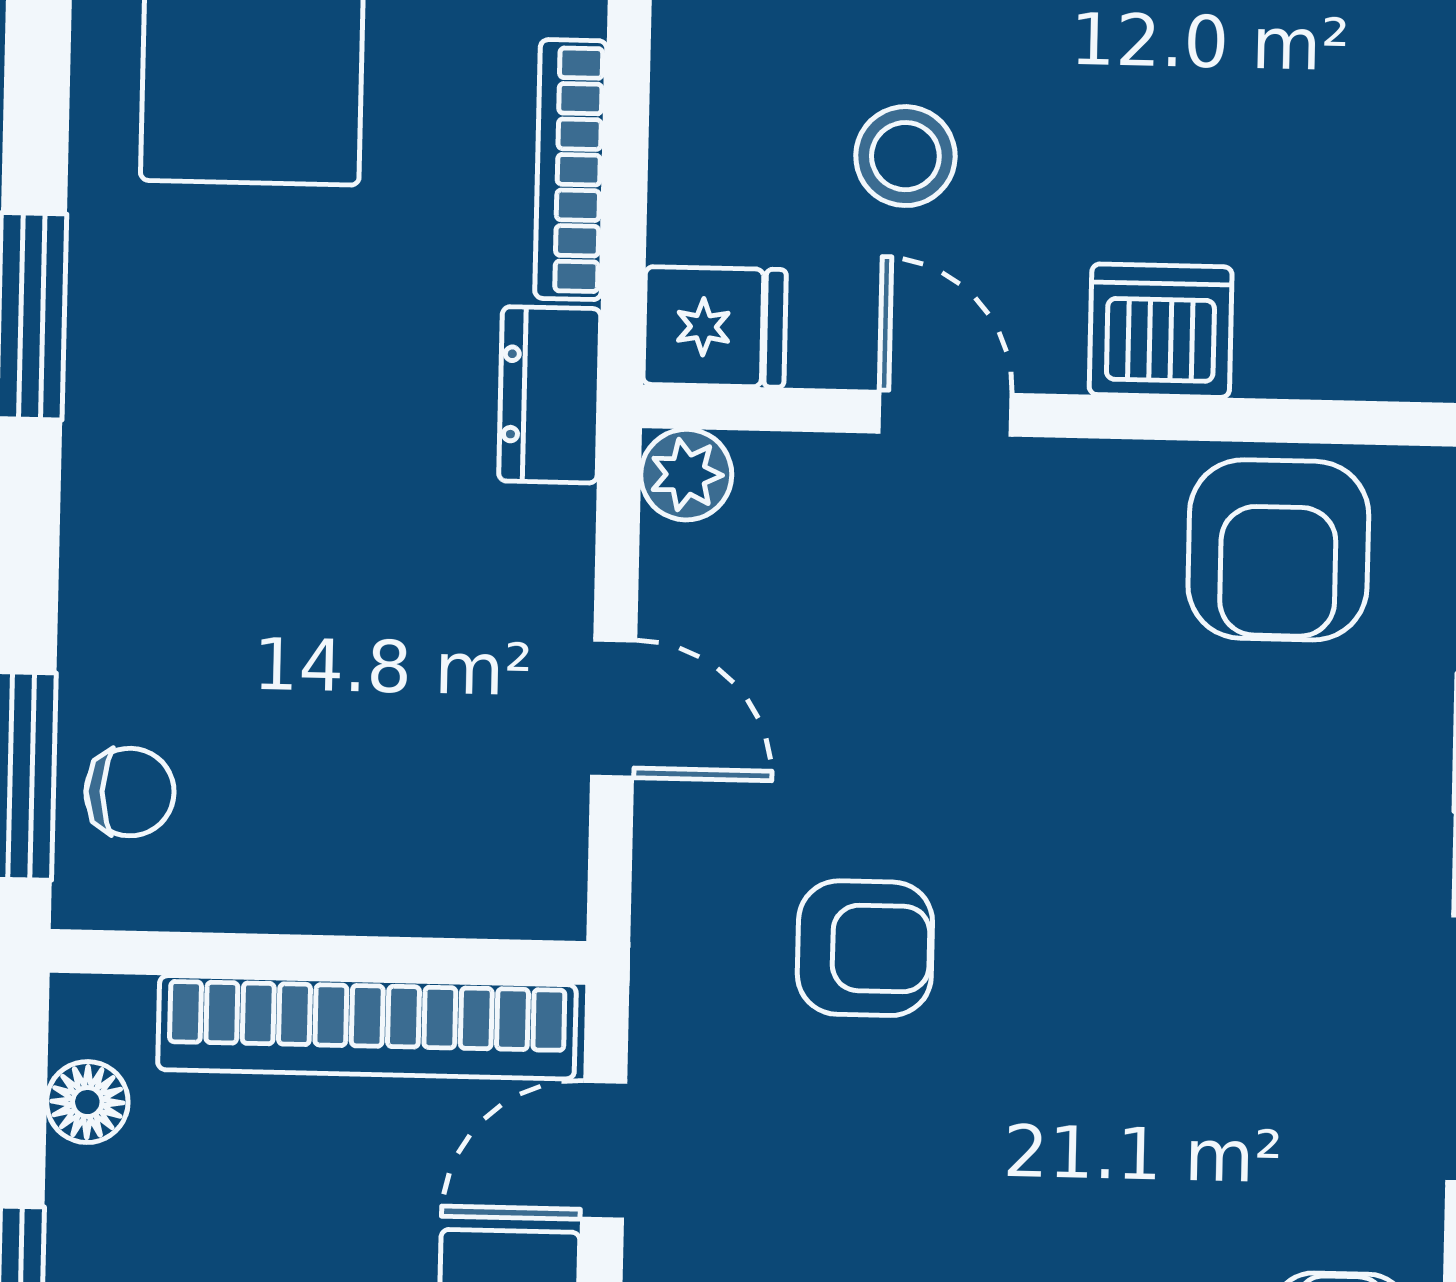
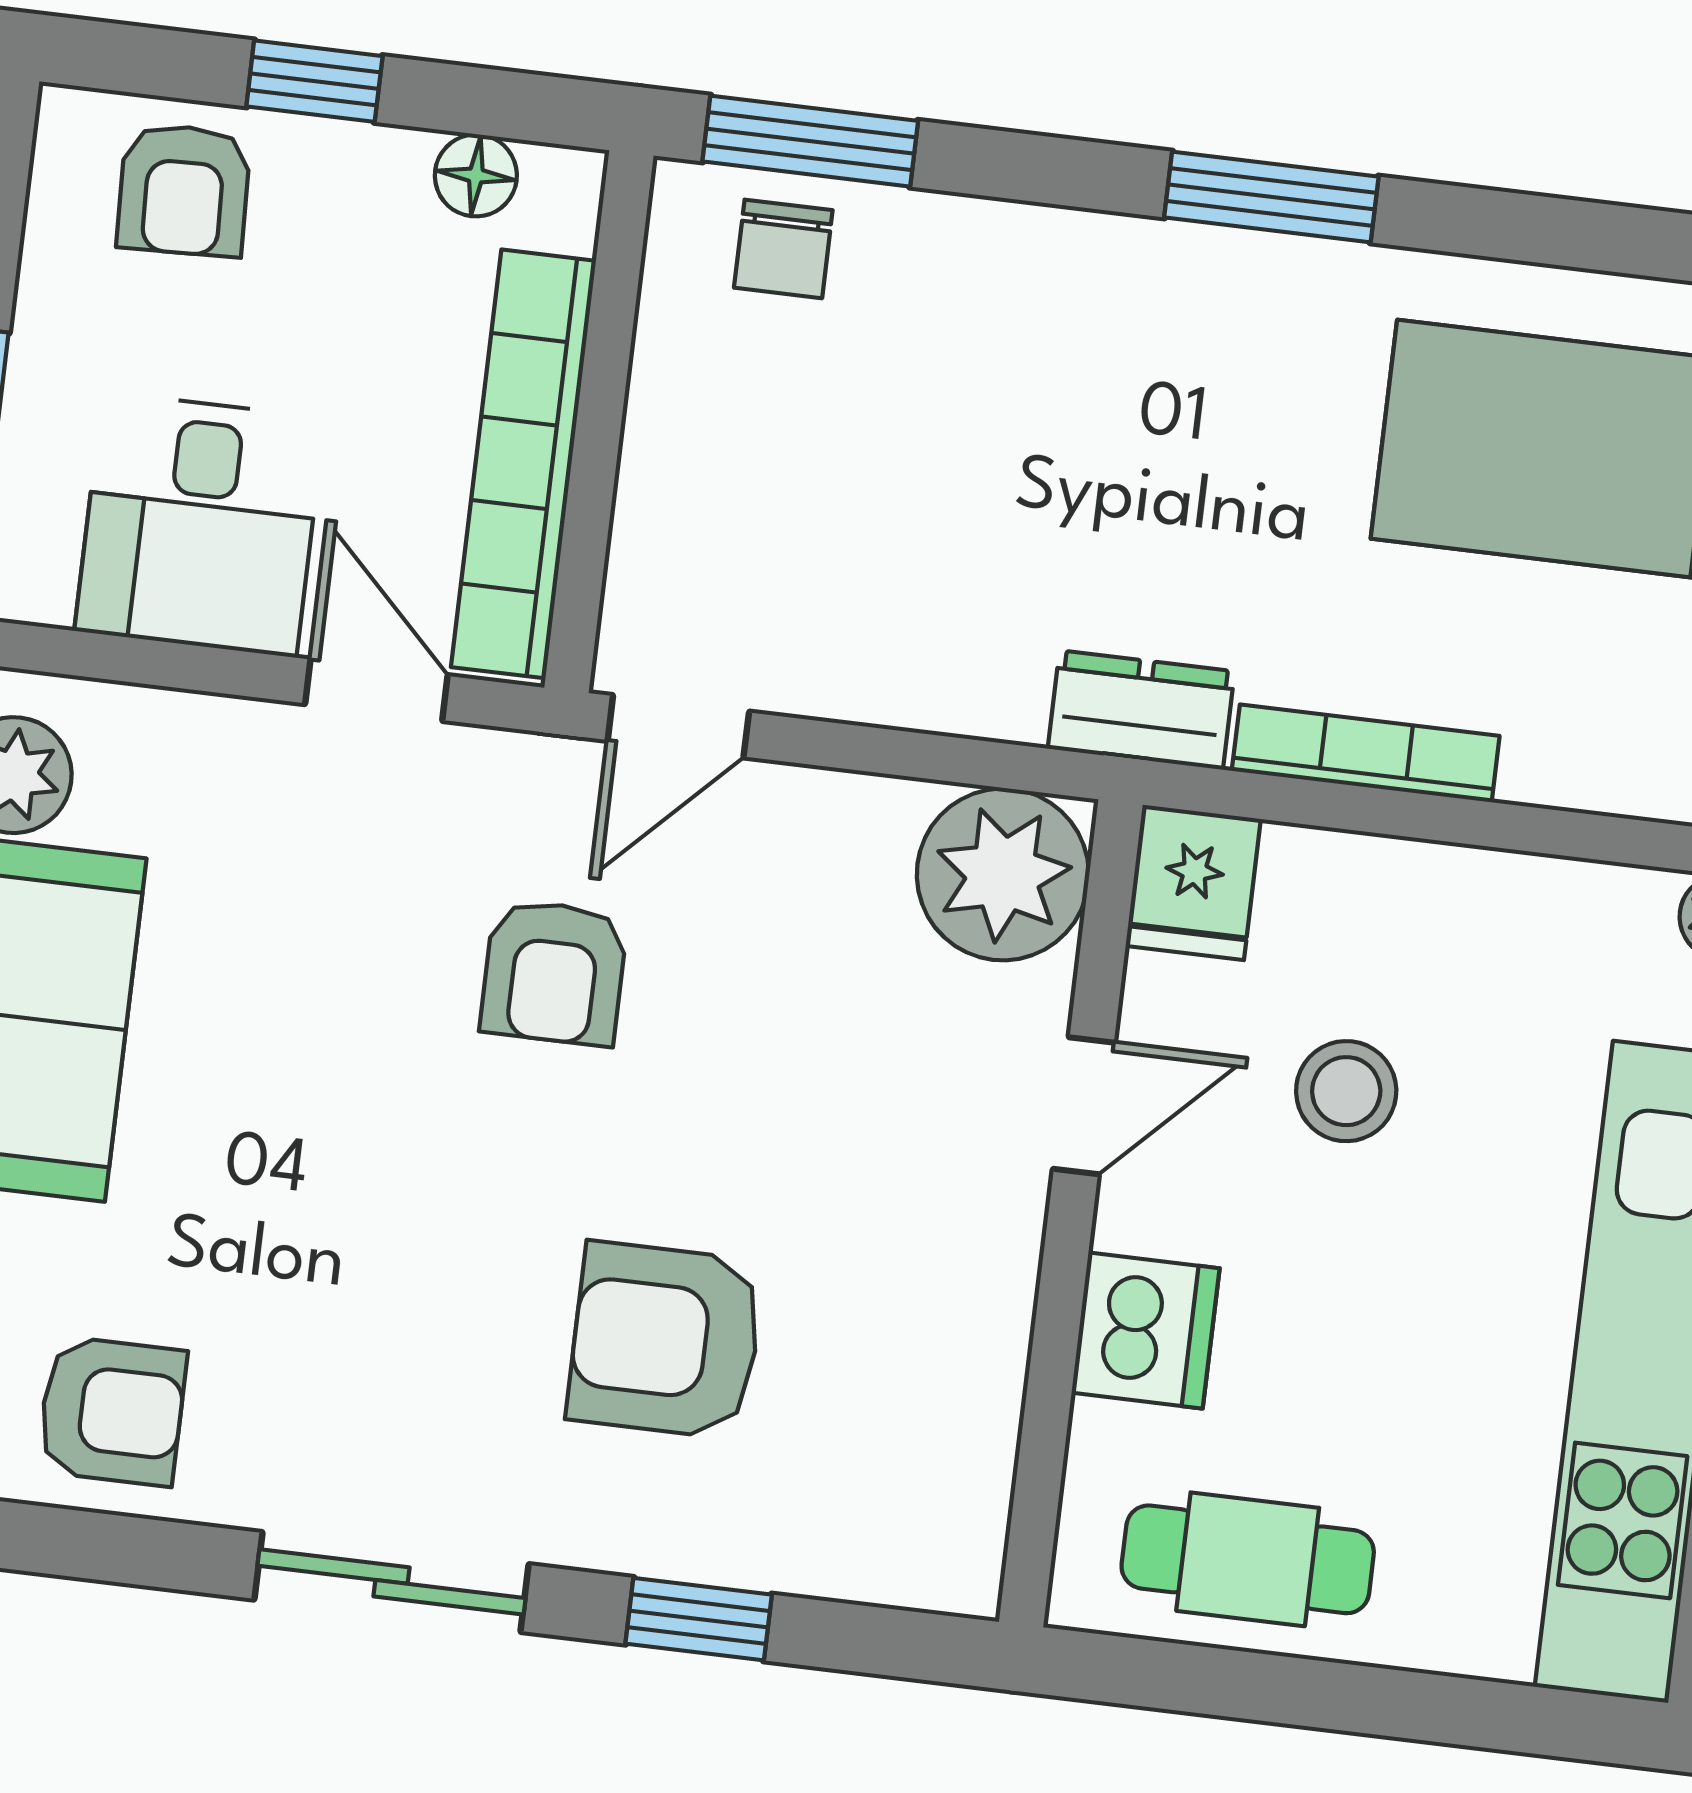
cafe table: (1376, 208) -> (1248, 1559), added
plant: (686, 475) -> (1003, 874), width x1.87, depth x1.87
armchair: (1278, 550) -> (665, 1340), moved
door: (614, 708) -> (678, 726), moved

